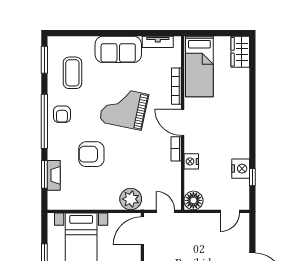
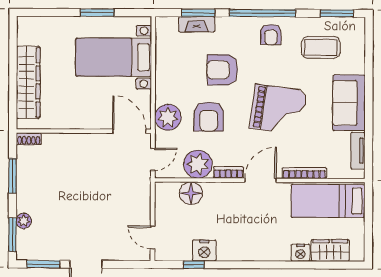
wardrobe: (240, 52) -> (330, 250), moved
grand piano: (124, 108) -> (278, 110), turned 86
armchair: (62, 114) -> (271, 34), turned -90
armchair: (91, 154) -> (222, 70), turned -90
nightstand: (191, 161) -> (301, 253), moved, turned 180
armchair: (130, 165) -> (209, 117), added
plant: (169, 174) -> (198, 164), added
floor lamp: (193, 200) -> (191, 193), moved

